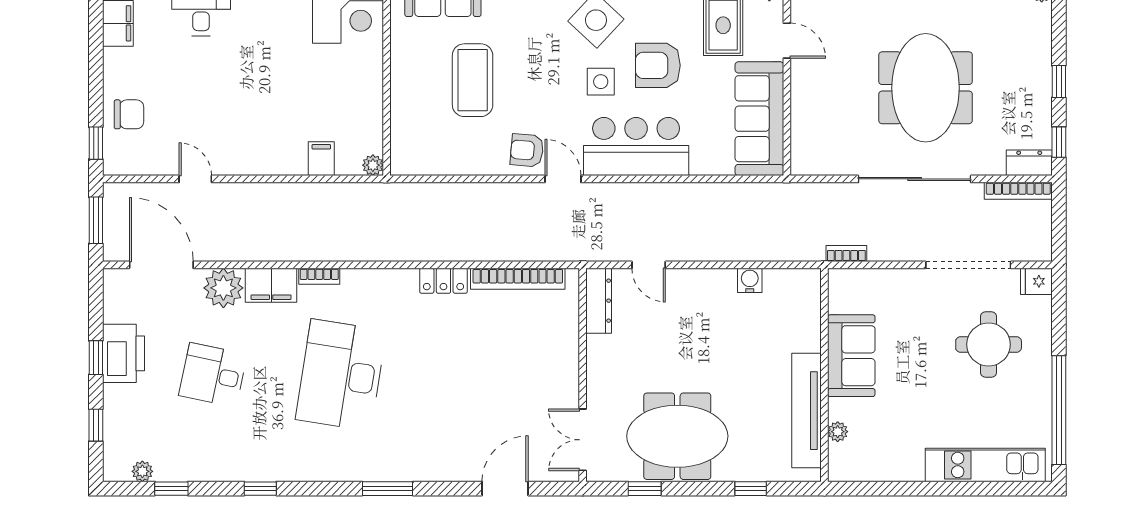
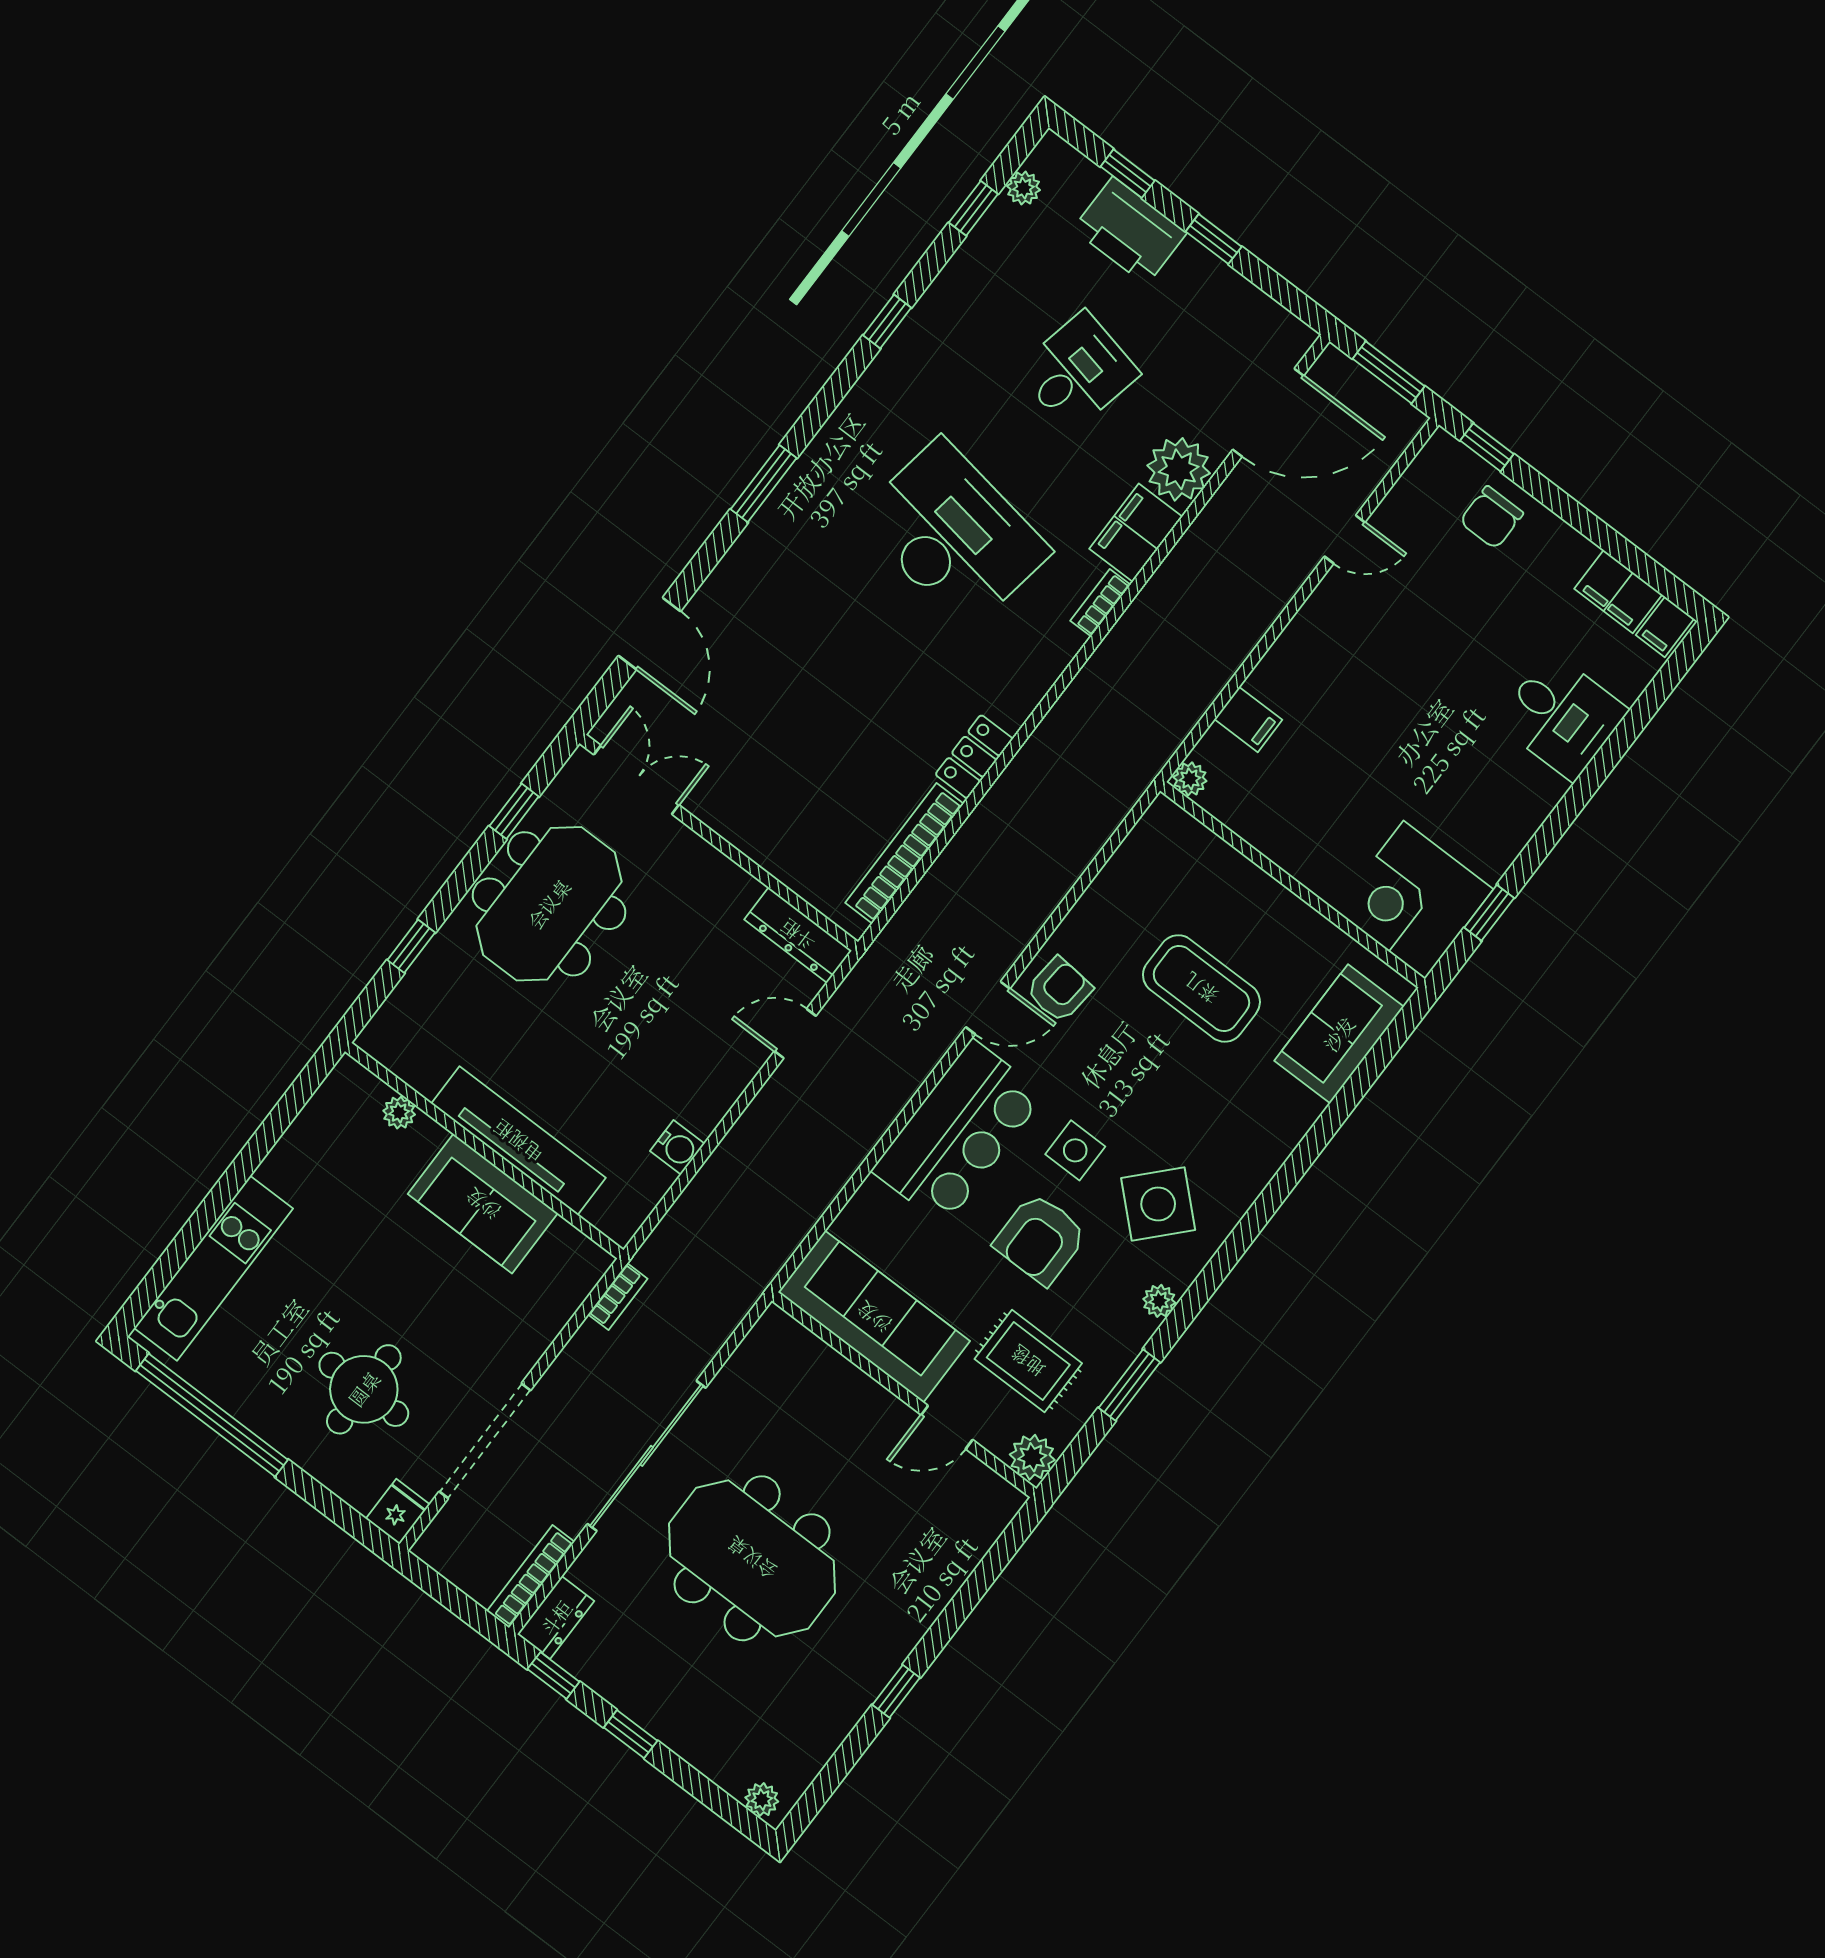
armchair: (658, 65) -> (1040, 1239), turned 180
printer: (124, 353) -> (1130, 231), moved
tv unit: (806, 411) -> (518, 1141), moved

